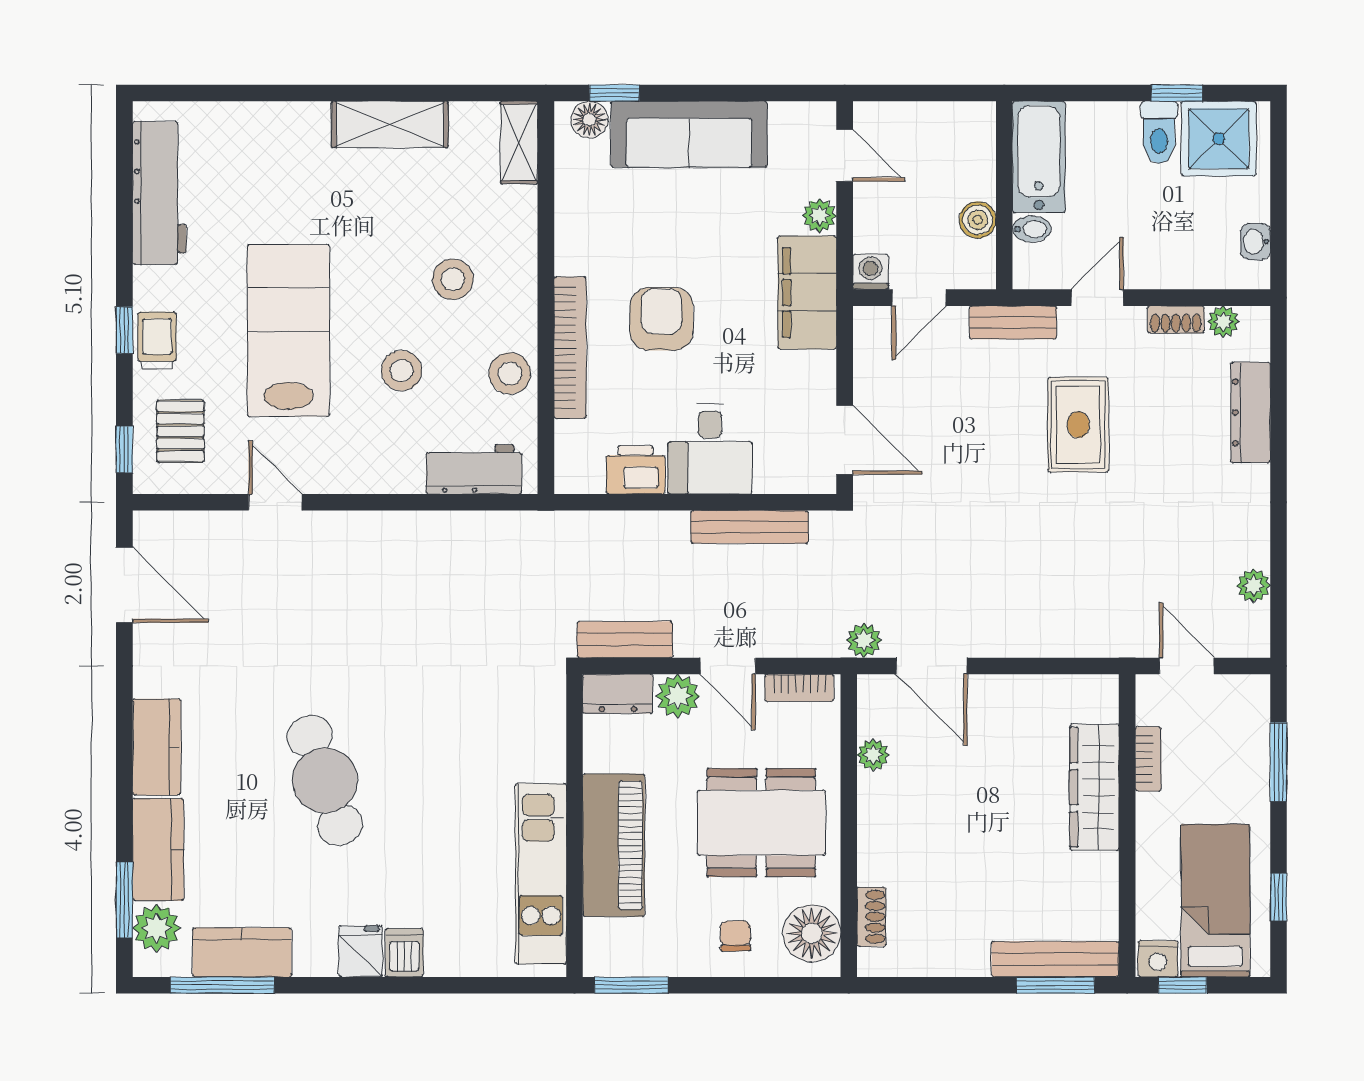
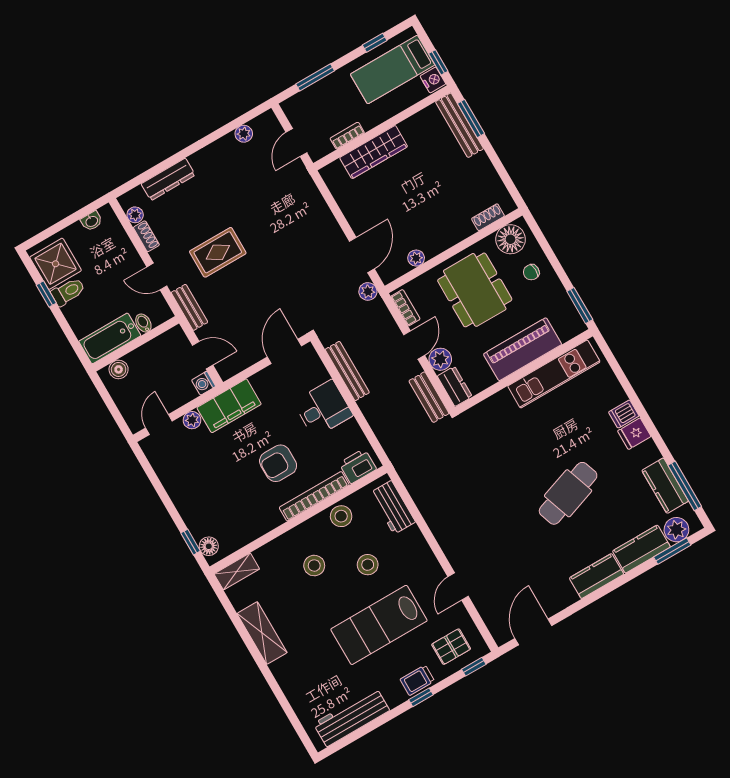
sofa: (689, 134) -> (190, 499), removed
boiler: (978, 220) -> (119, 369), moved
printer: (635, 470) -> (358, 466), moved, turned 90

